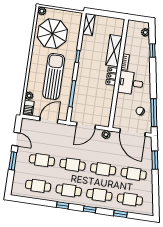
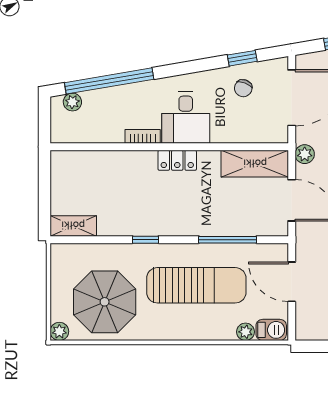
window: (152, 50) -> (109, 81), width x3.17
shelving: (114, 51) -> (255, 164), moved
sun lounger: (54, 76) -> (196, 285), turned 180
window: (154, 113) -> (242, 58), width x0.46

